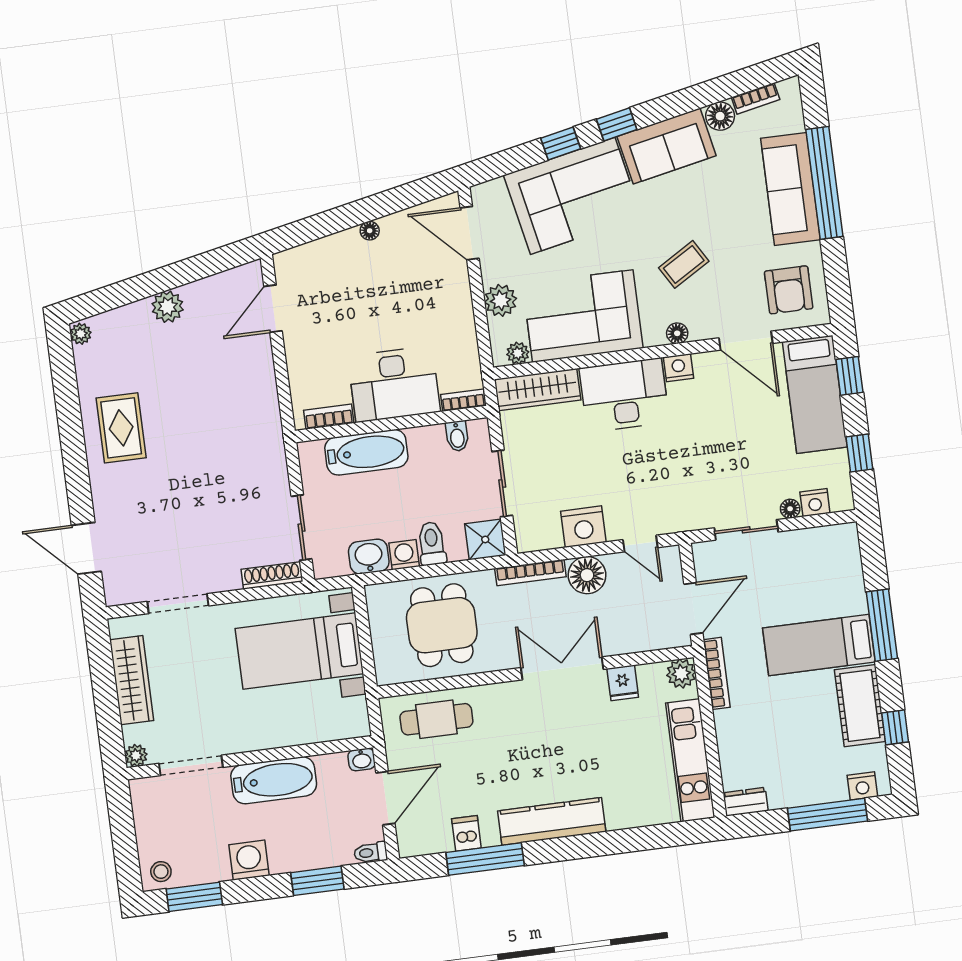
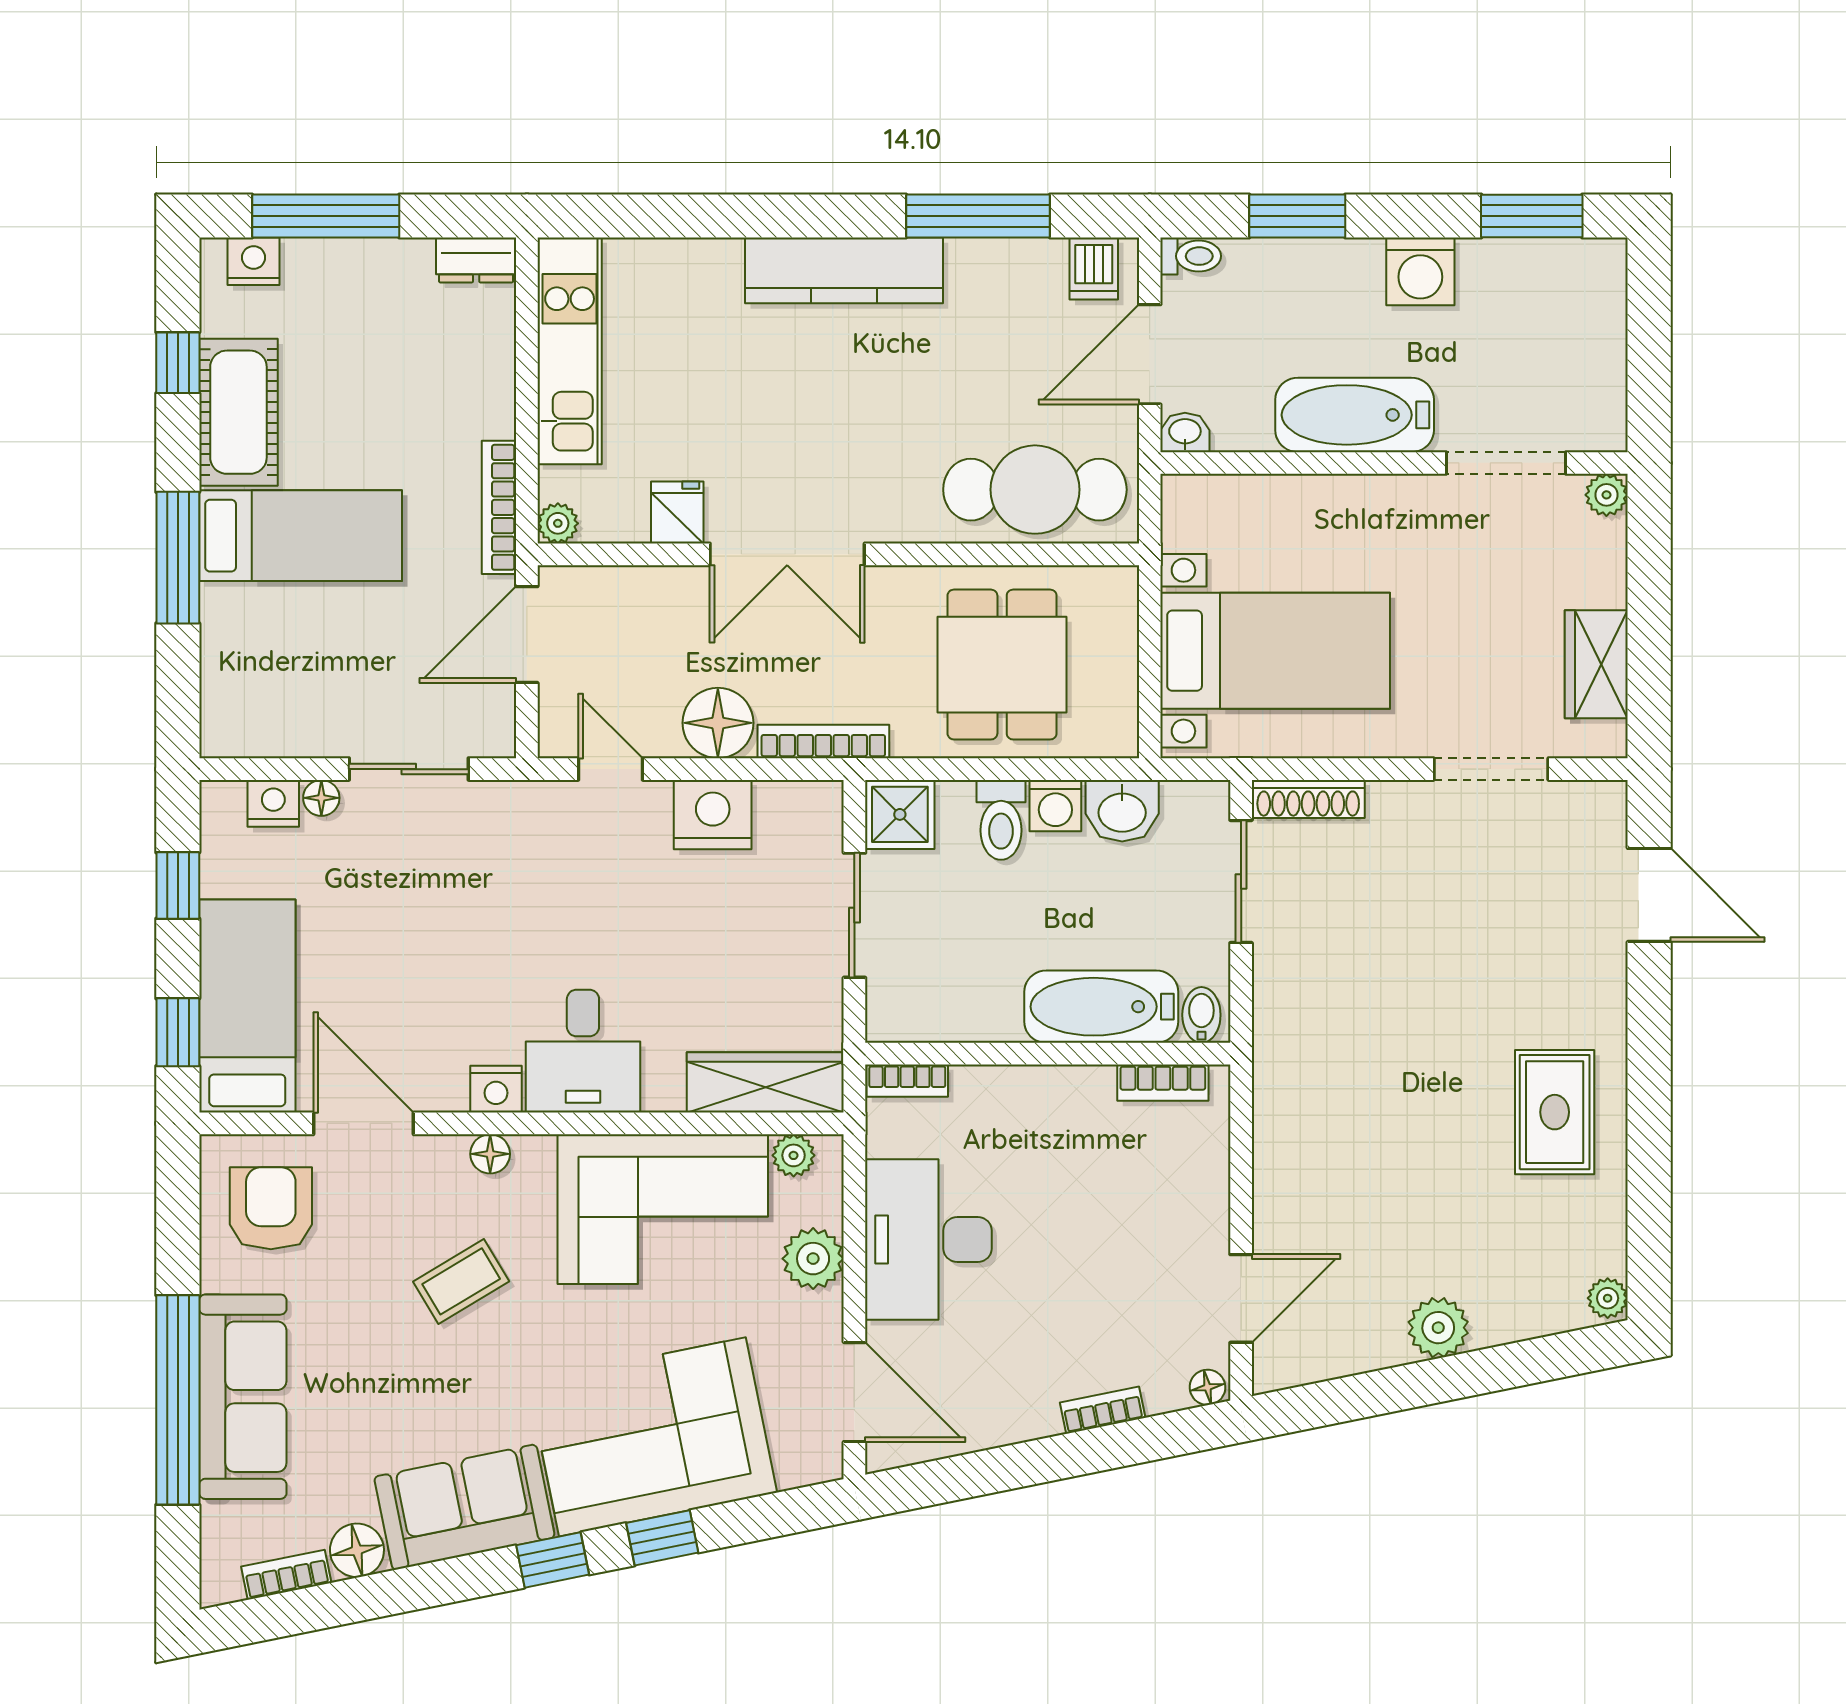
floor lamp: (370, 231) -> (1207, 1387), moved
bookcase: (338, 241) -> (1103, 1410), added
desk: (394, 384) -> (928, 1240), moved, turned -90
desk: (624, 395) -> (583, 1051), width x0.73
bidet: (457, 436) -> (1201, 1015), moved
plant: (681, 674) -> (558, 523), width x0.73, depth x0.73
wardrobe: (132, 680) -> (1596, 664), width x0.67
cafe table: (436, 719) -> (1035, 490), width x1.37, depth x1.35
dishwasher: (466, 833) -> (1094, 269), moved
stool: (161, 872) -> (1588, 271), removed

